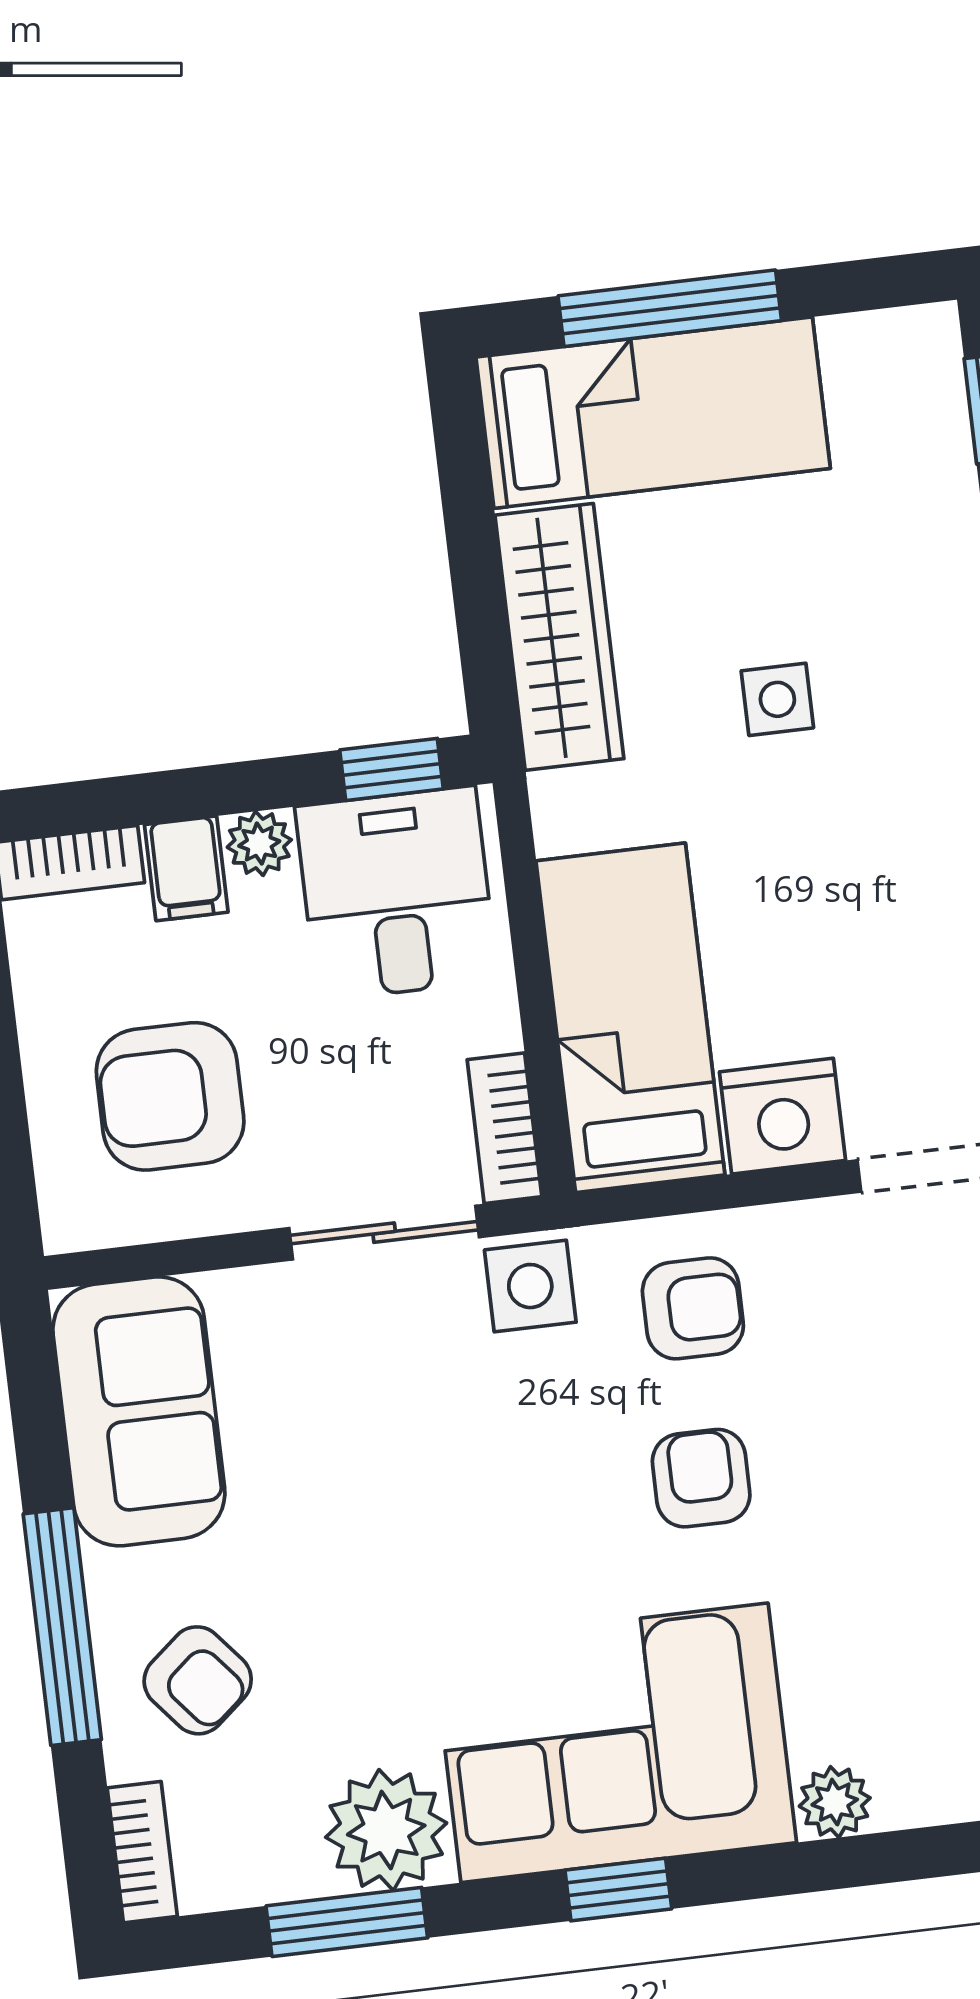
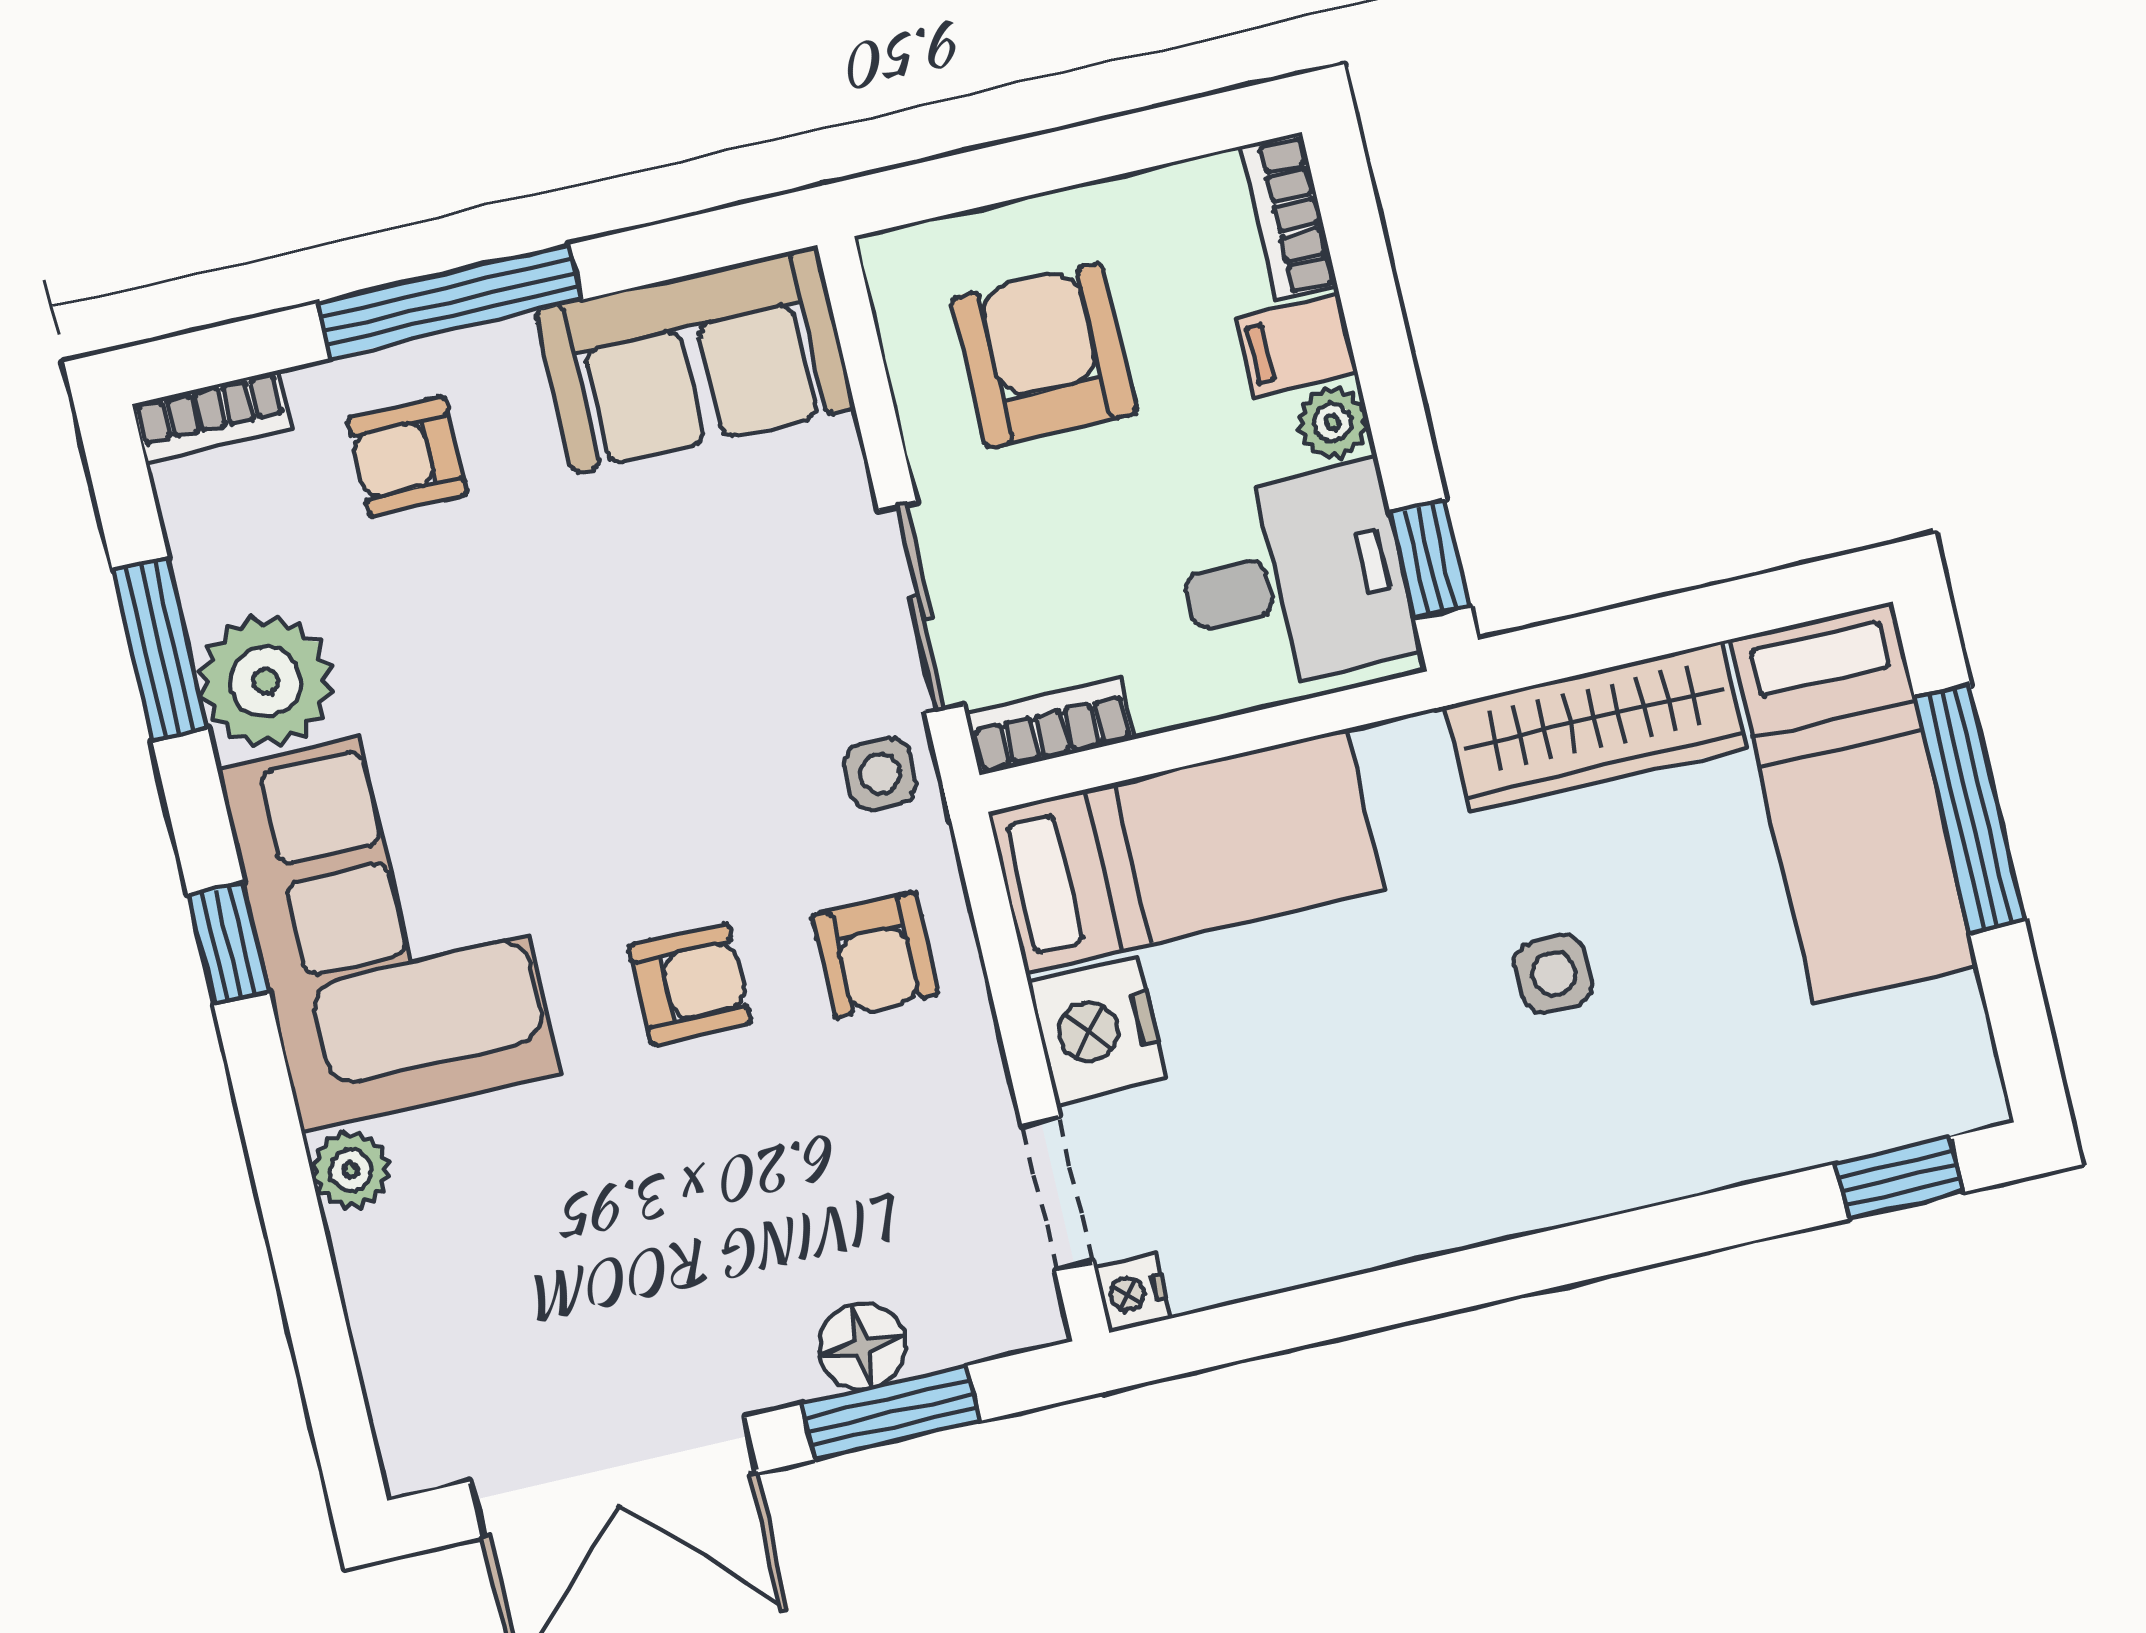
side table: (530, 1286) -> (880, 774), width x0.73, depth x0.73
armchair: (198, 1680) -> (407, 456), turned 40

